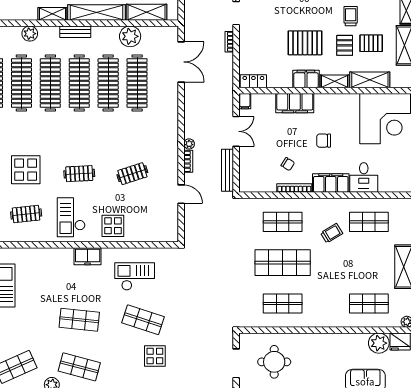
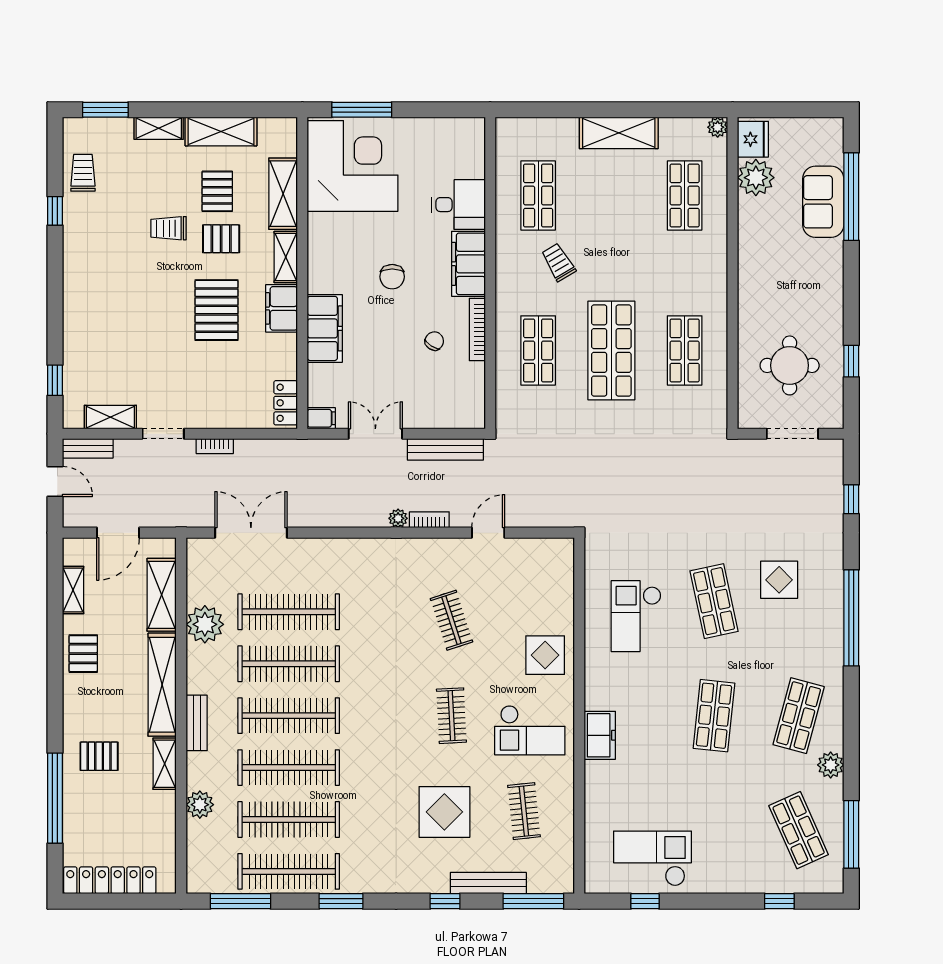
freezer: (88, 256) -> (600, 735), moved
shop shelf: (143, 320) -> (714, 601), turned -30

